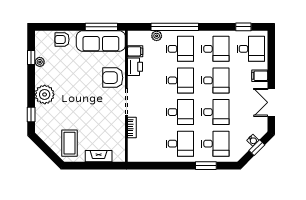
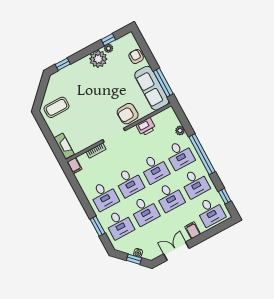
window: (175, 27) -> (202, 154), moved
filing cabinet: (135, 51) -> (74, 166), moved
armchair: (113, 78) -> (128, 114), turned -93
plant: (45, 94) -> (98, 59), moved
fireplace: (99, 156) -> (64, 146), moved

